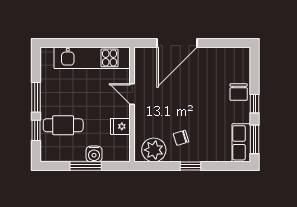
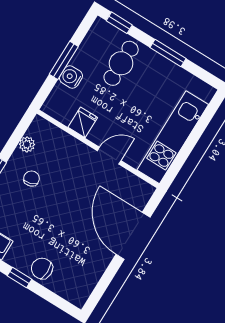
window: (36, 130) -> (119, 23), moved
plant: (154, 150) -> (27, 144), width x0.53, depth x0.53

